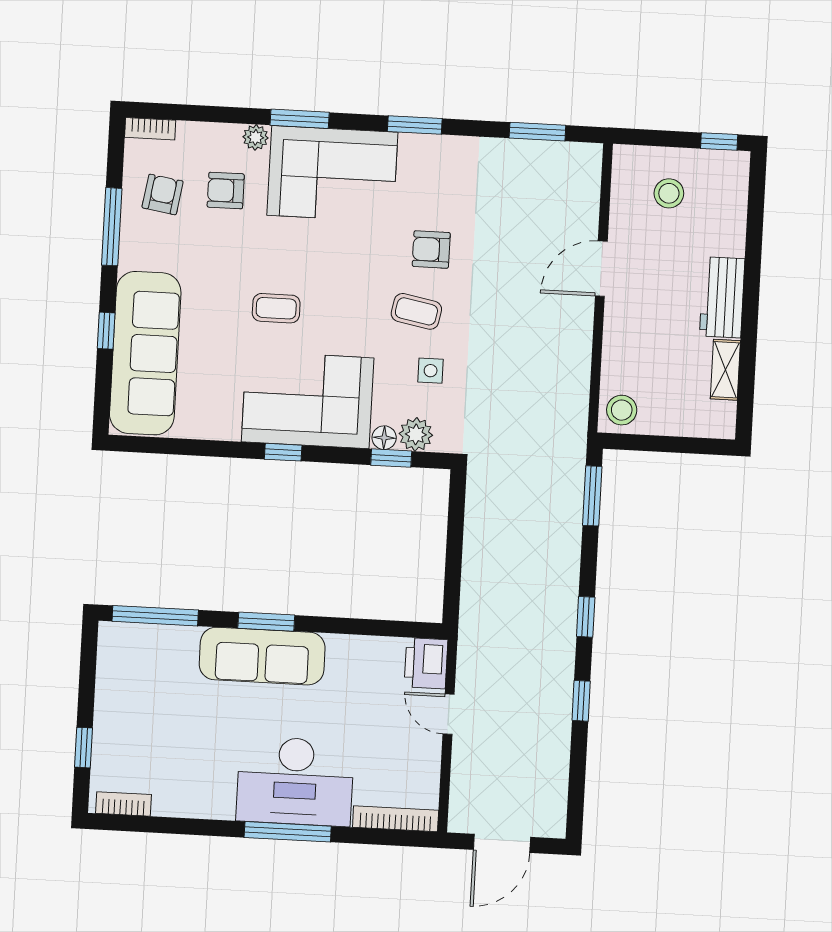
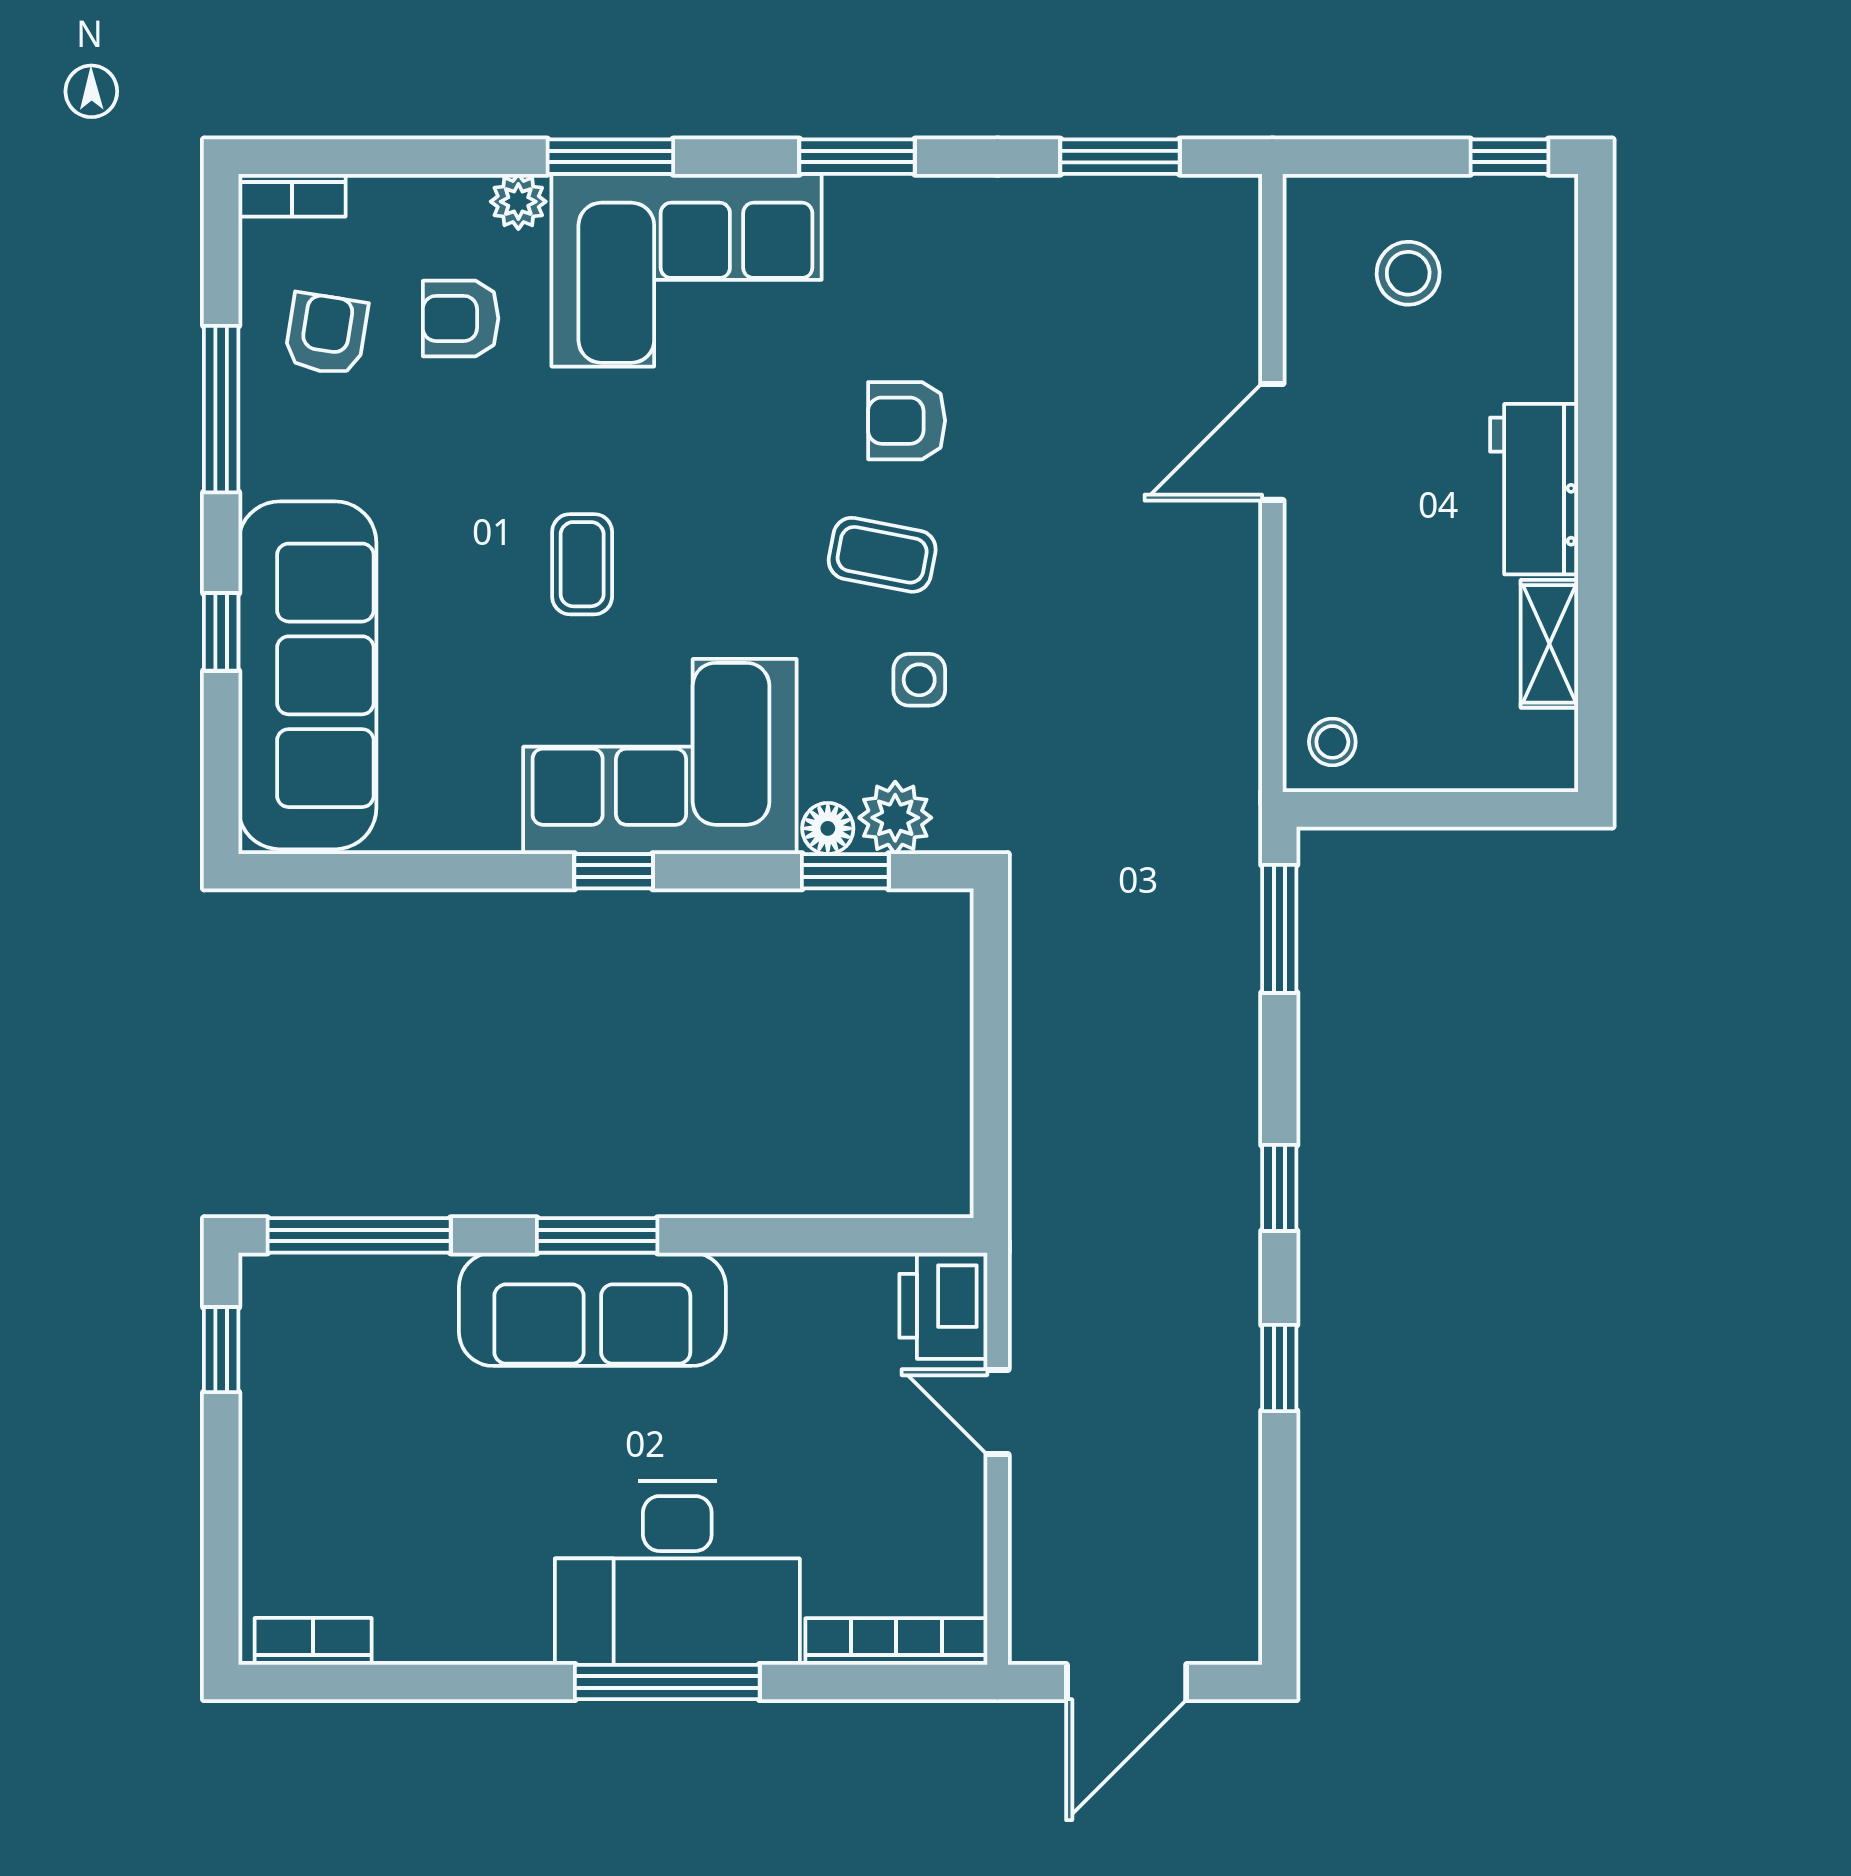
coffee table: (276, 308) -> (582, 564), turned 90
stool: (622, 410) -> (1332, 742), width x0.73, depth x0.73
window: (84, 748) -> (221, 1350), moved

